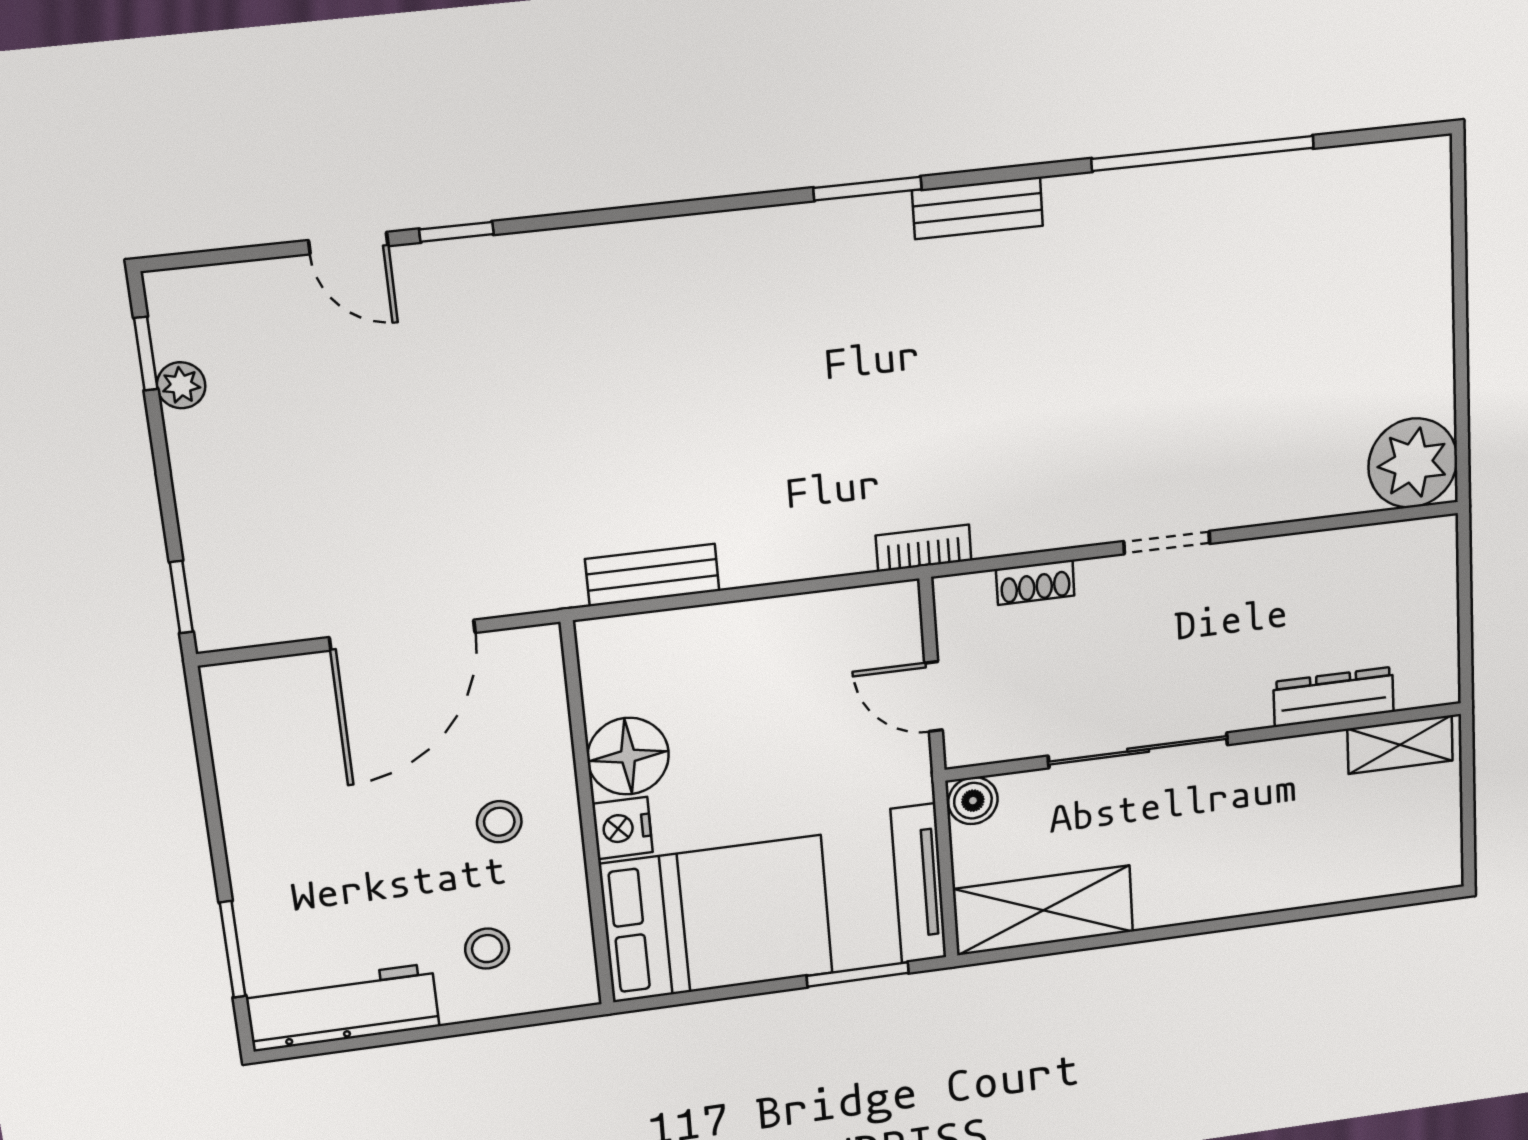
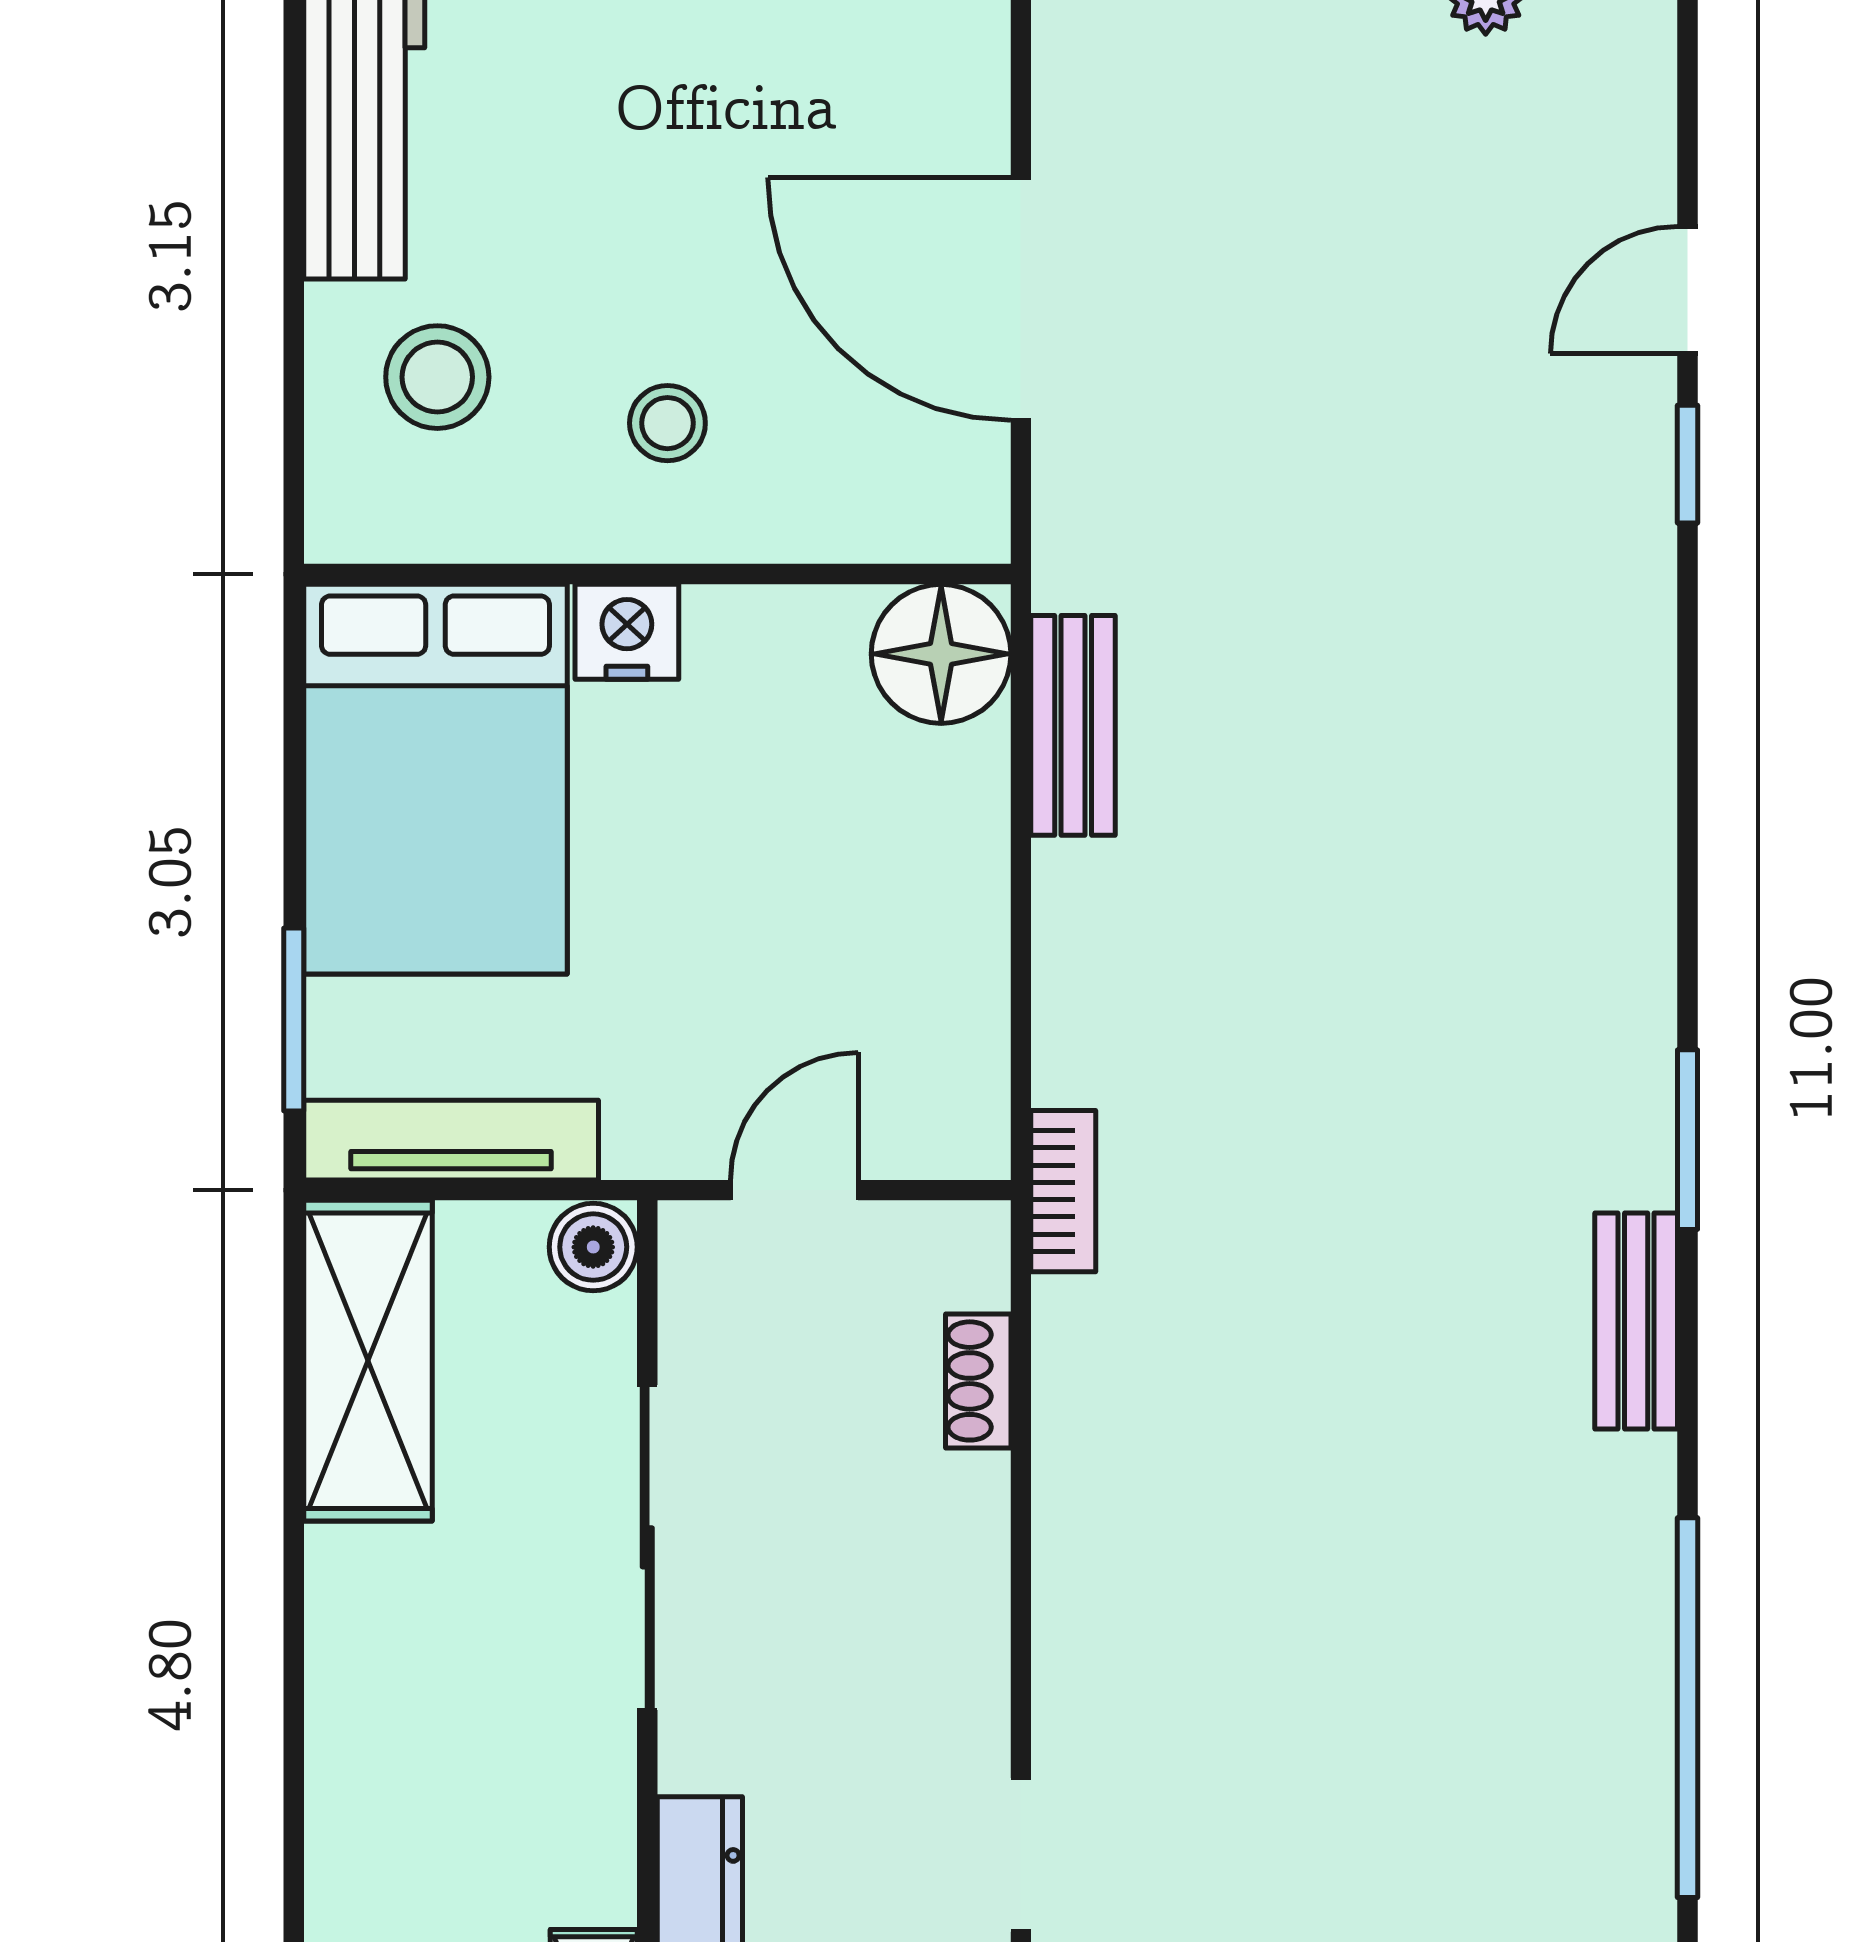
doorway: (1167, 543) -> (1021, 1855), moved
floor lamp: (628, 756) -> (941, 654), moved
stool: (487, 949) -> (437, 377), width x1.37, depth x1.37

